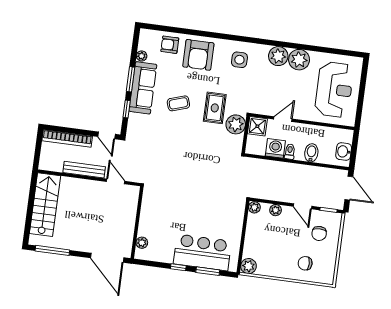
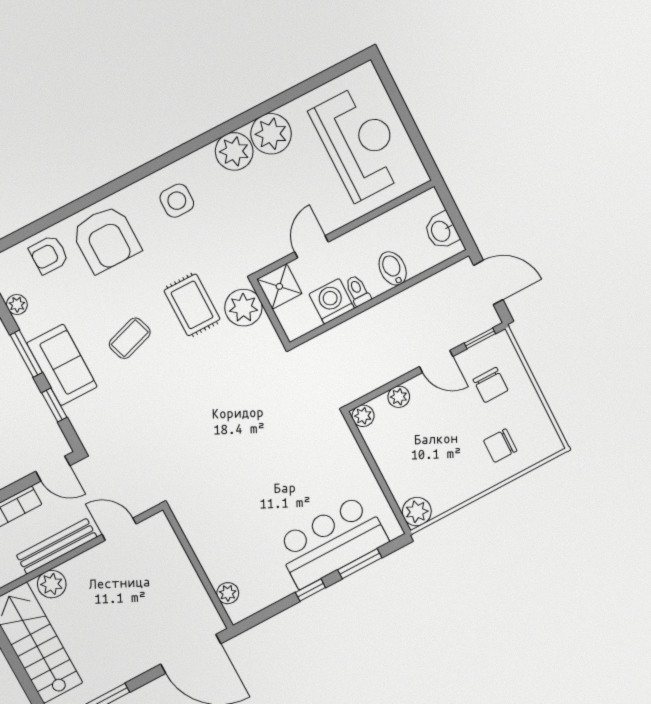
sofa: (143, 88) -> (62, 365), width x0.73
plant: (70, 184) -> (52, 584), added

